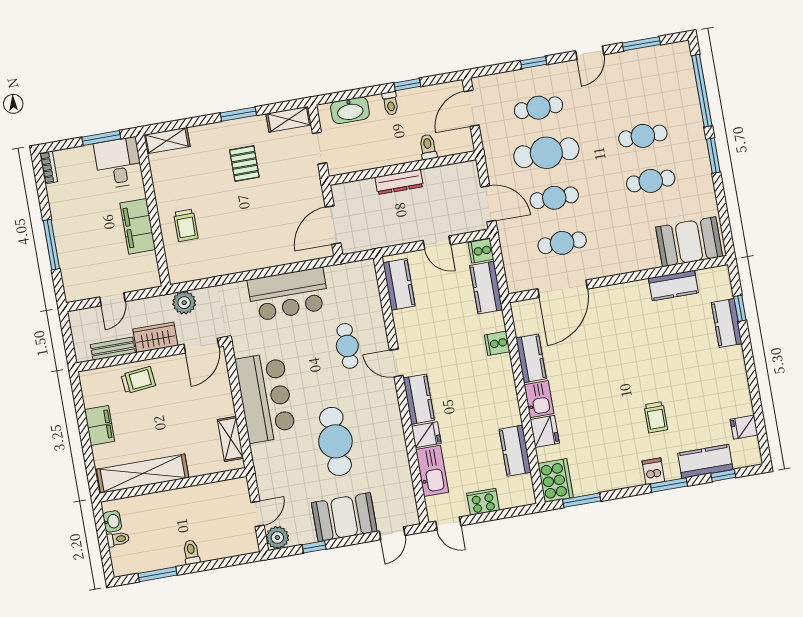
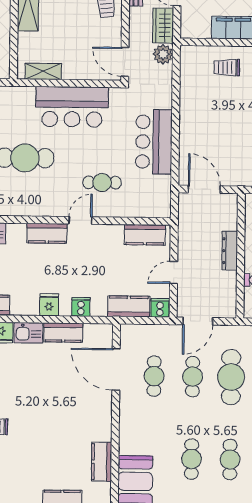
wardrobe: (155, 337) -> (163, 26), moved, turned 180
fridge: (426, 435) -> (49, 305), moved, turned 180

